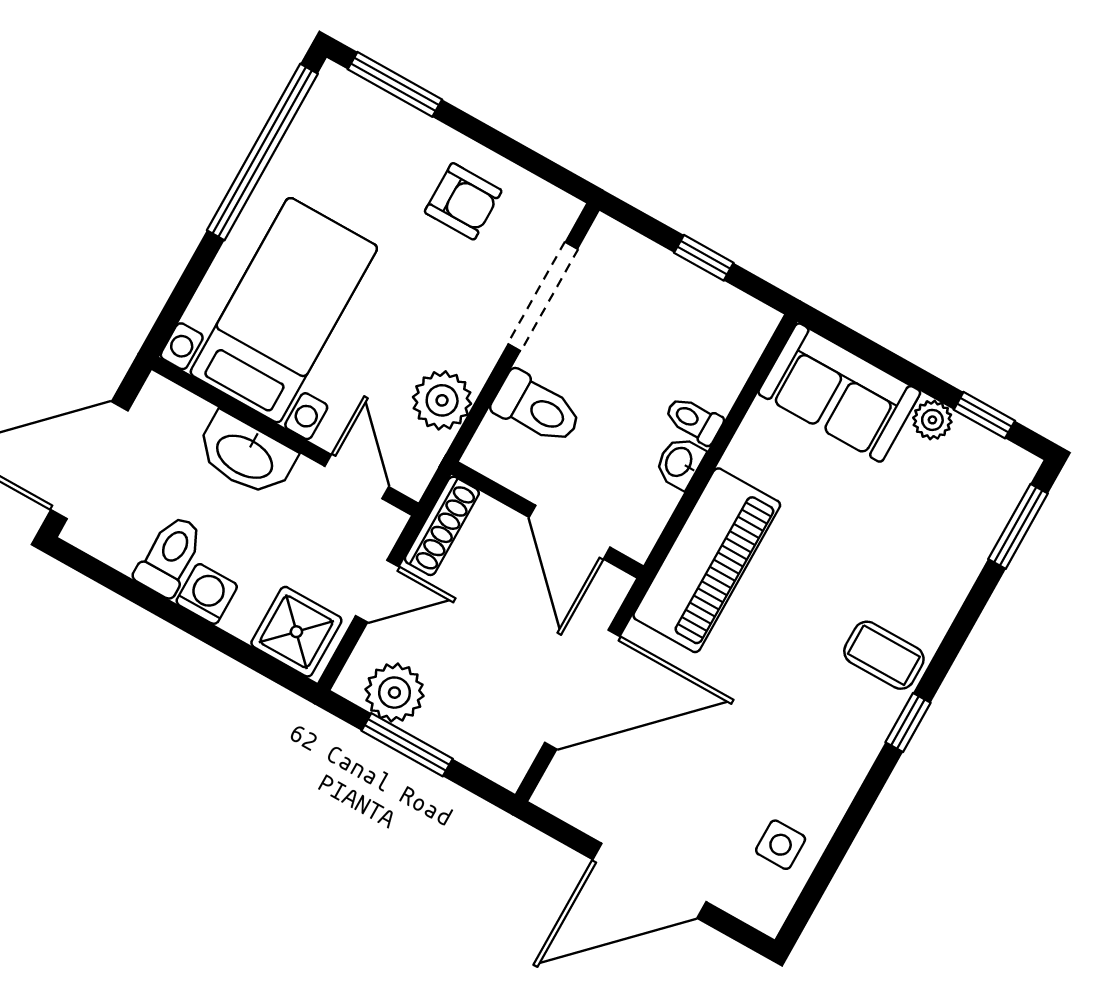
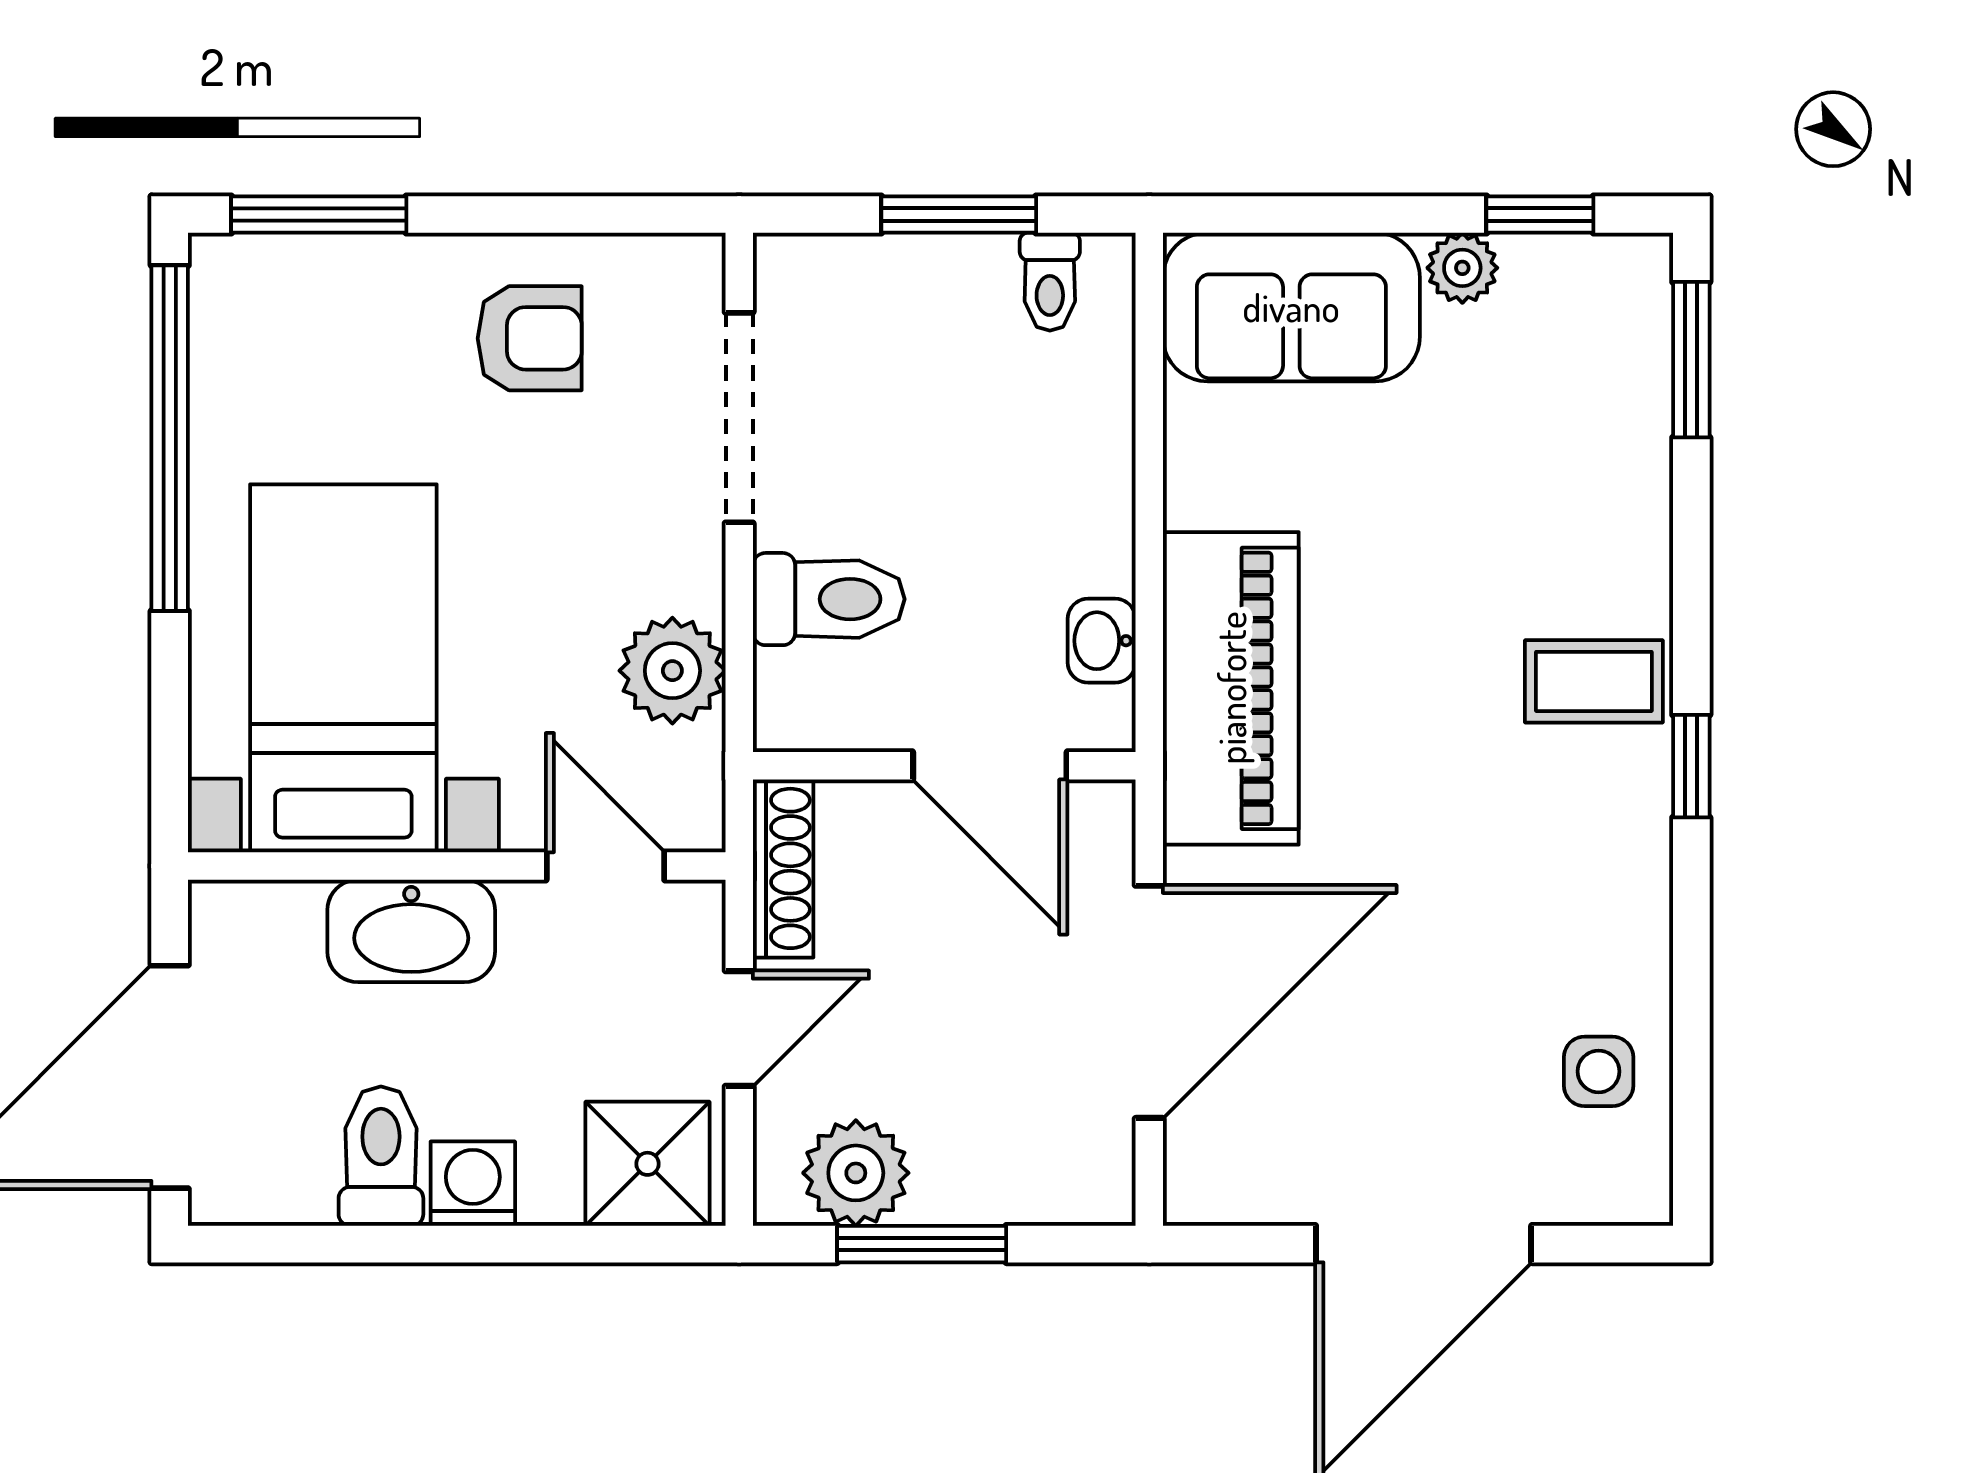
window: (704, 258) -> (959, 214), width x1.50
toilet: (694, 420) -> (1050, 282), moved, turned -90
washbasin: (680, 462) -> (1102, 641), moved

